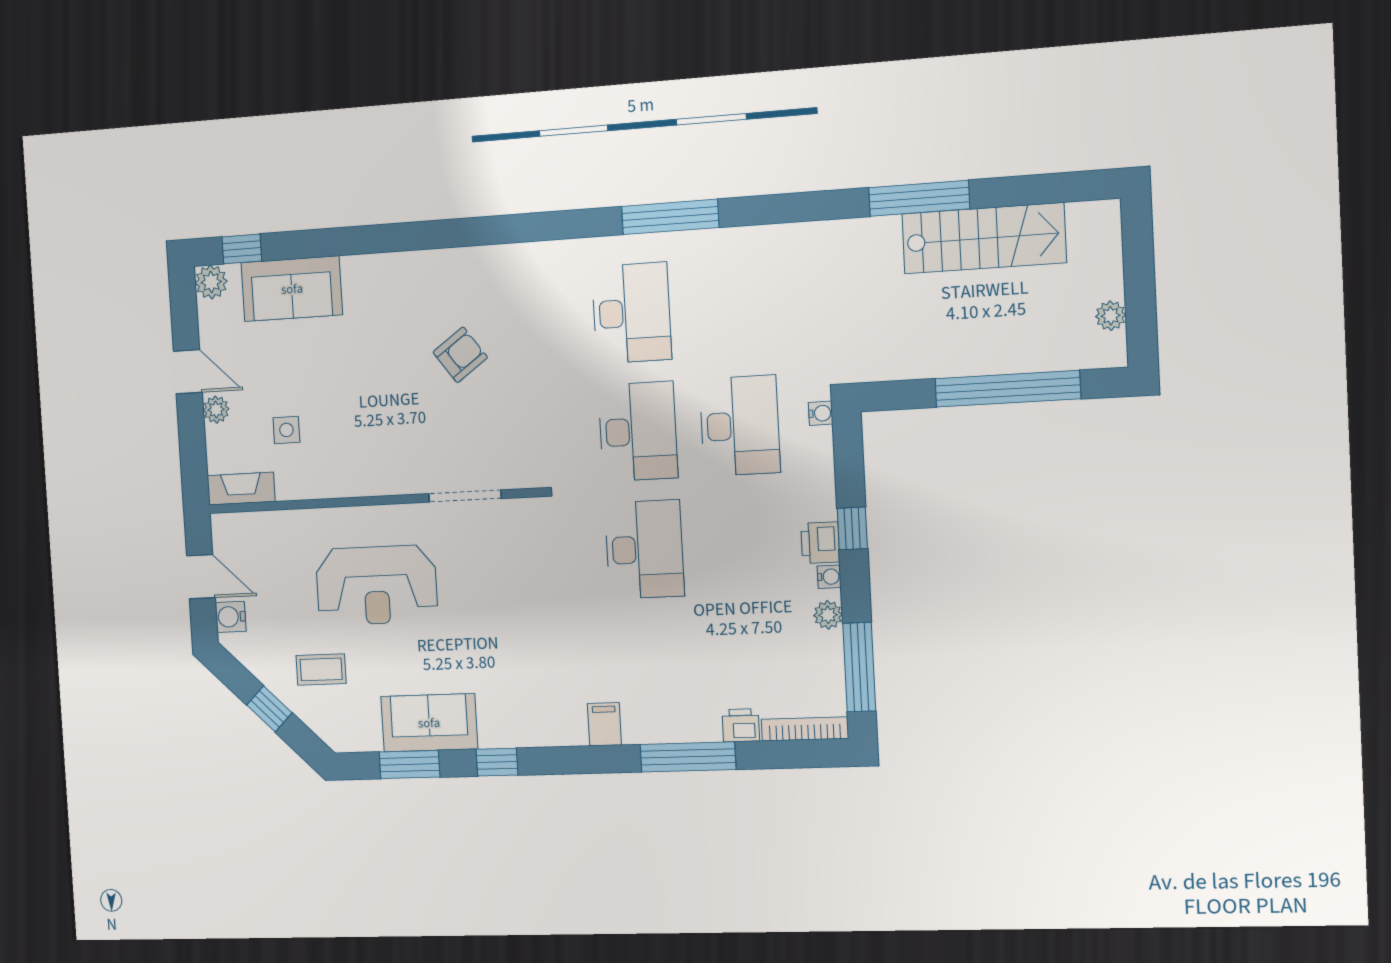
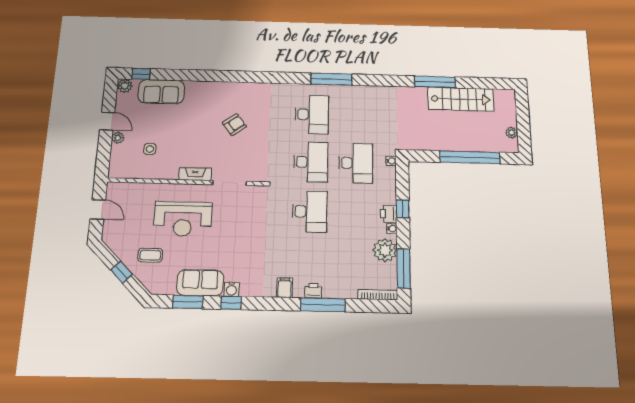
fireplace: (241, 489) -> (195, 174), moved
plant: (828, 615) -> (385, 250), width x1.88, depth x1.88
water cooler: (231, 617) -> (231, 289), moved, turned -90
printer: (741, 725) -> (313, 291), moved

